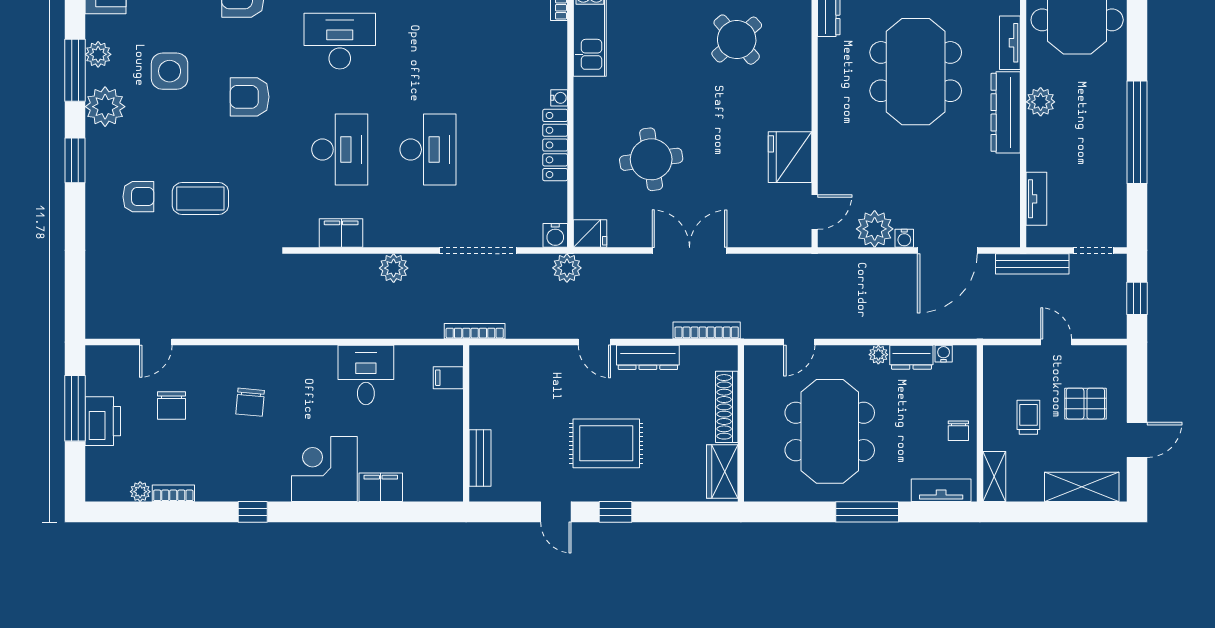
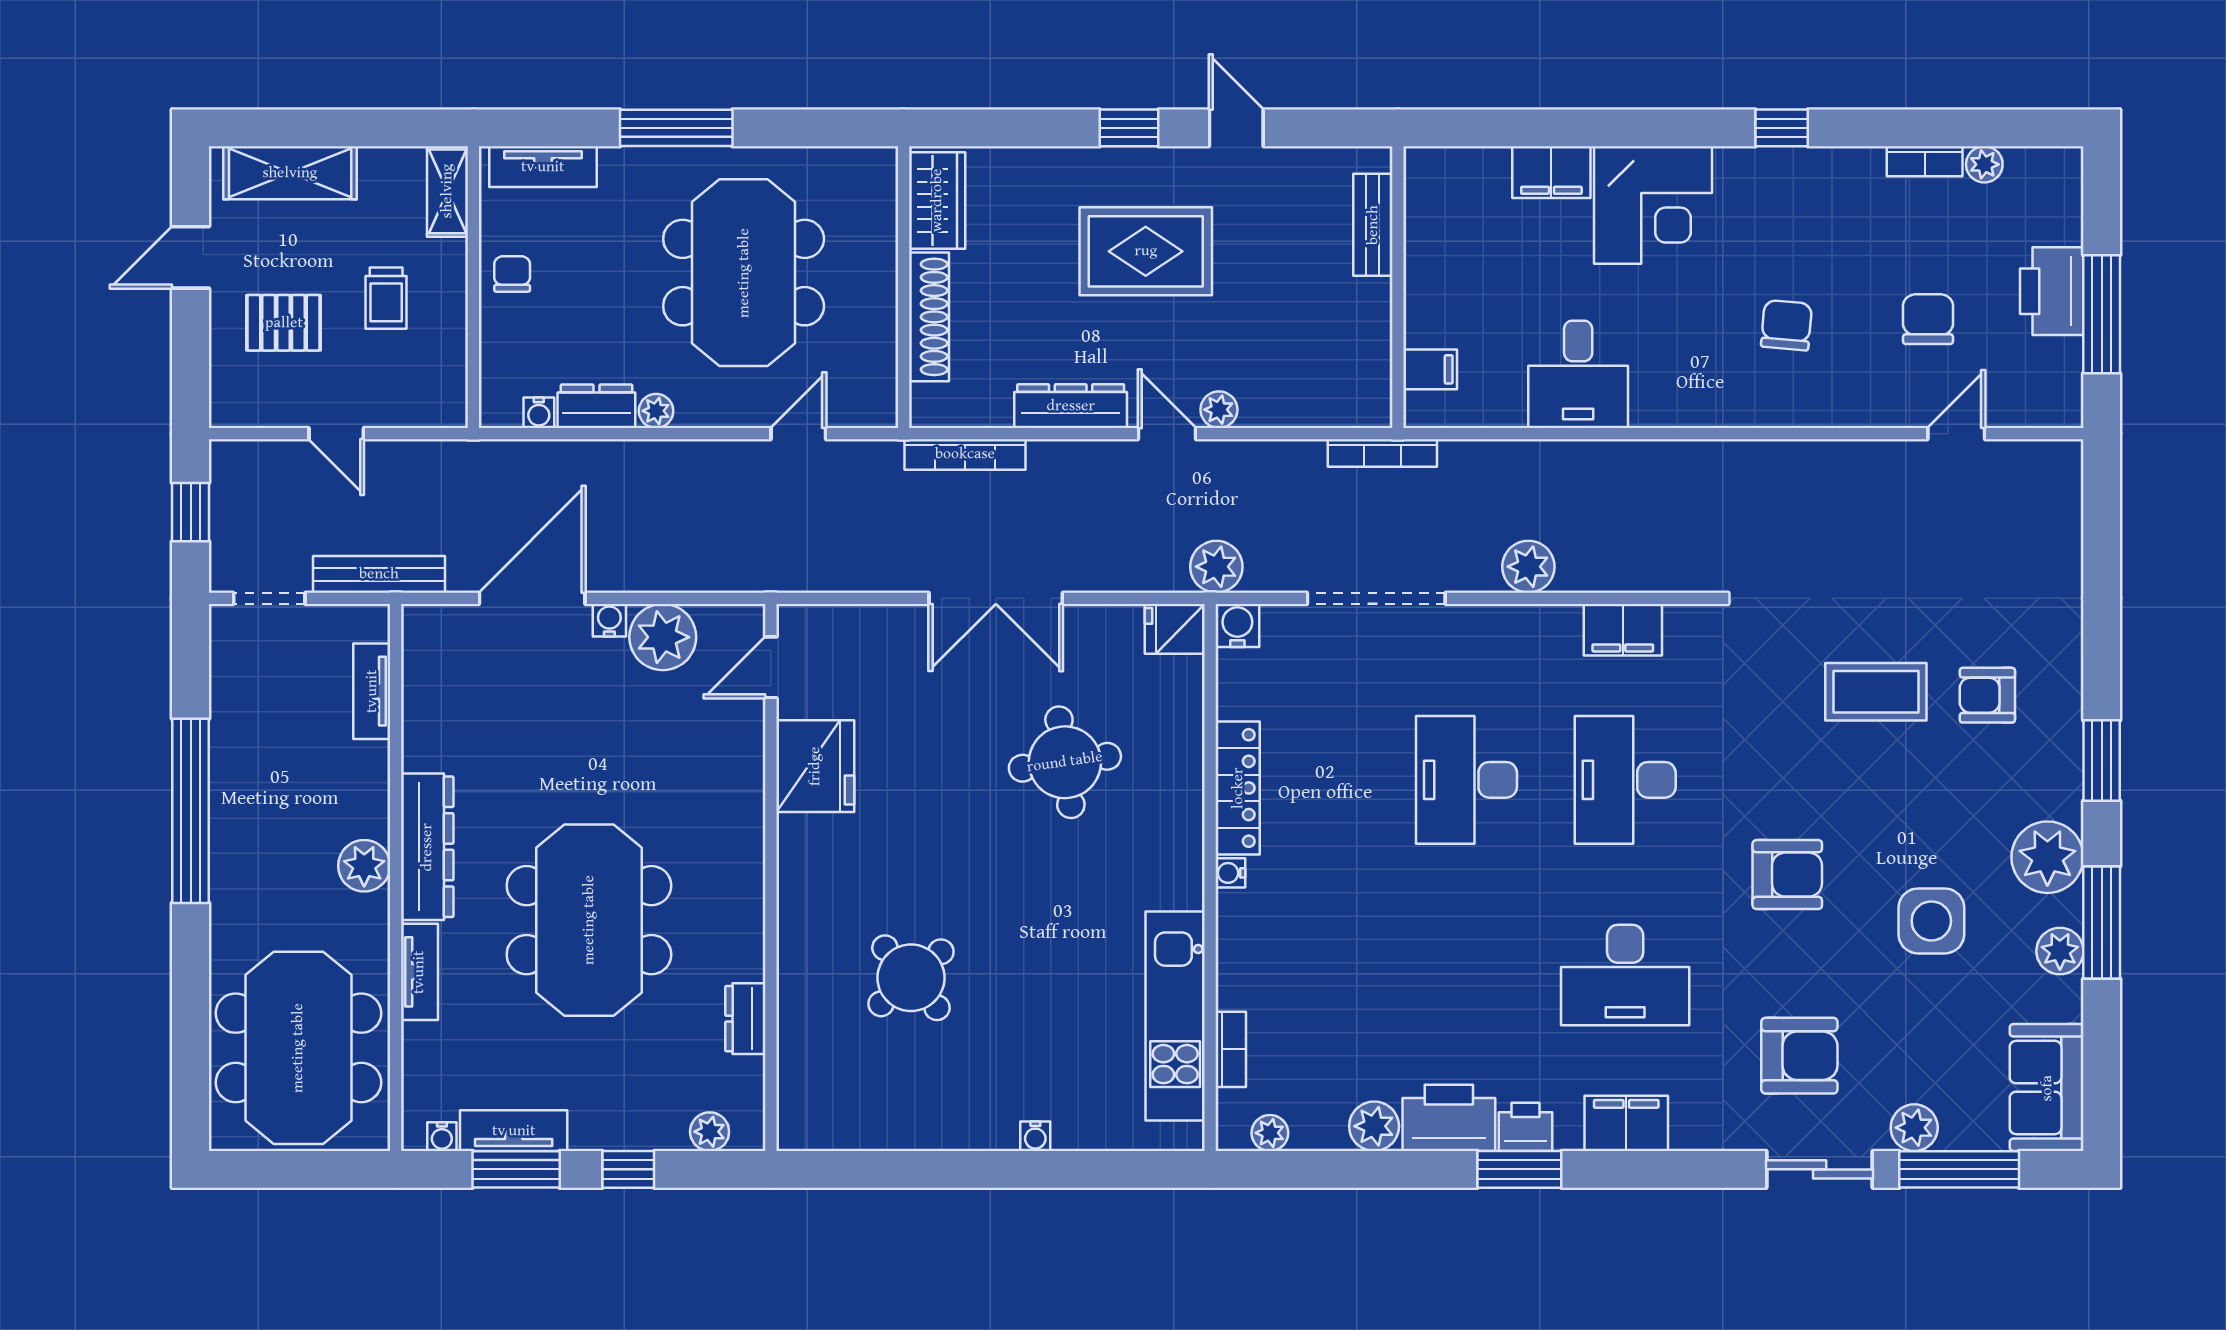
plant: (566, 355) -> (1219, 410), added

